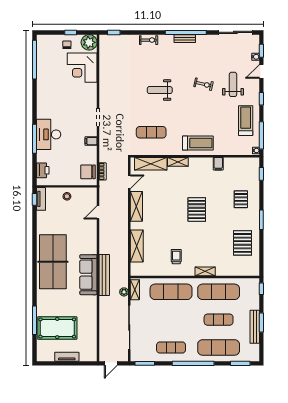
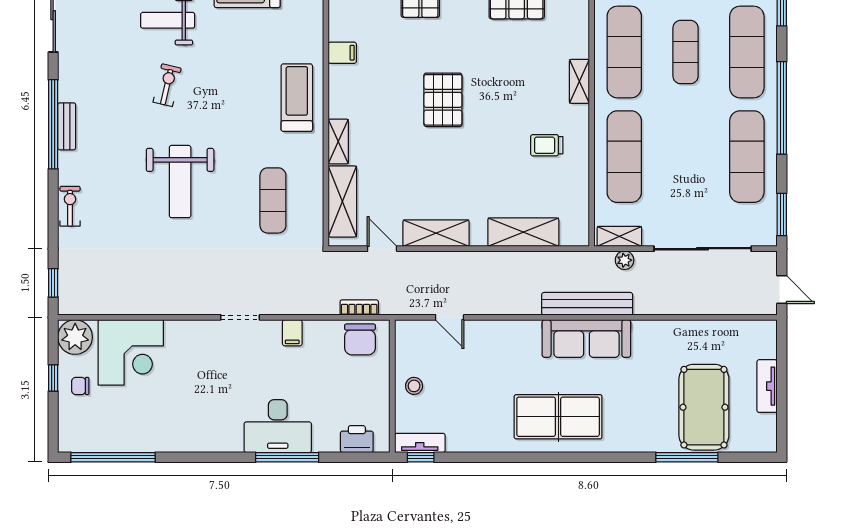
weight bench: (160, 90) -> (180, 182), width x1.36, depth x1.33
pallet: (197, 209) -> (443, 100), turned 90
table tennis table: (53, 262) -> (558, 417), width x0.73, depth x0.76
exercise mat: (171, 347) -> (747, 157), width x1.36, depth x1.45

